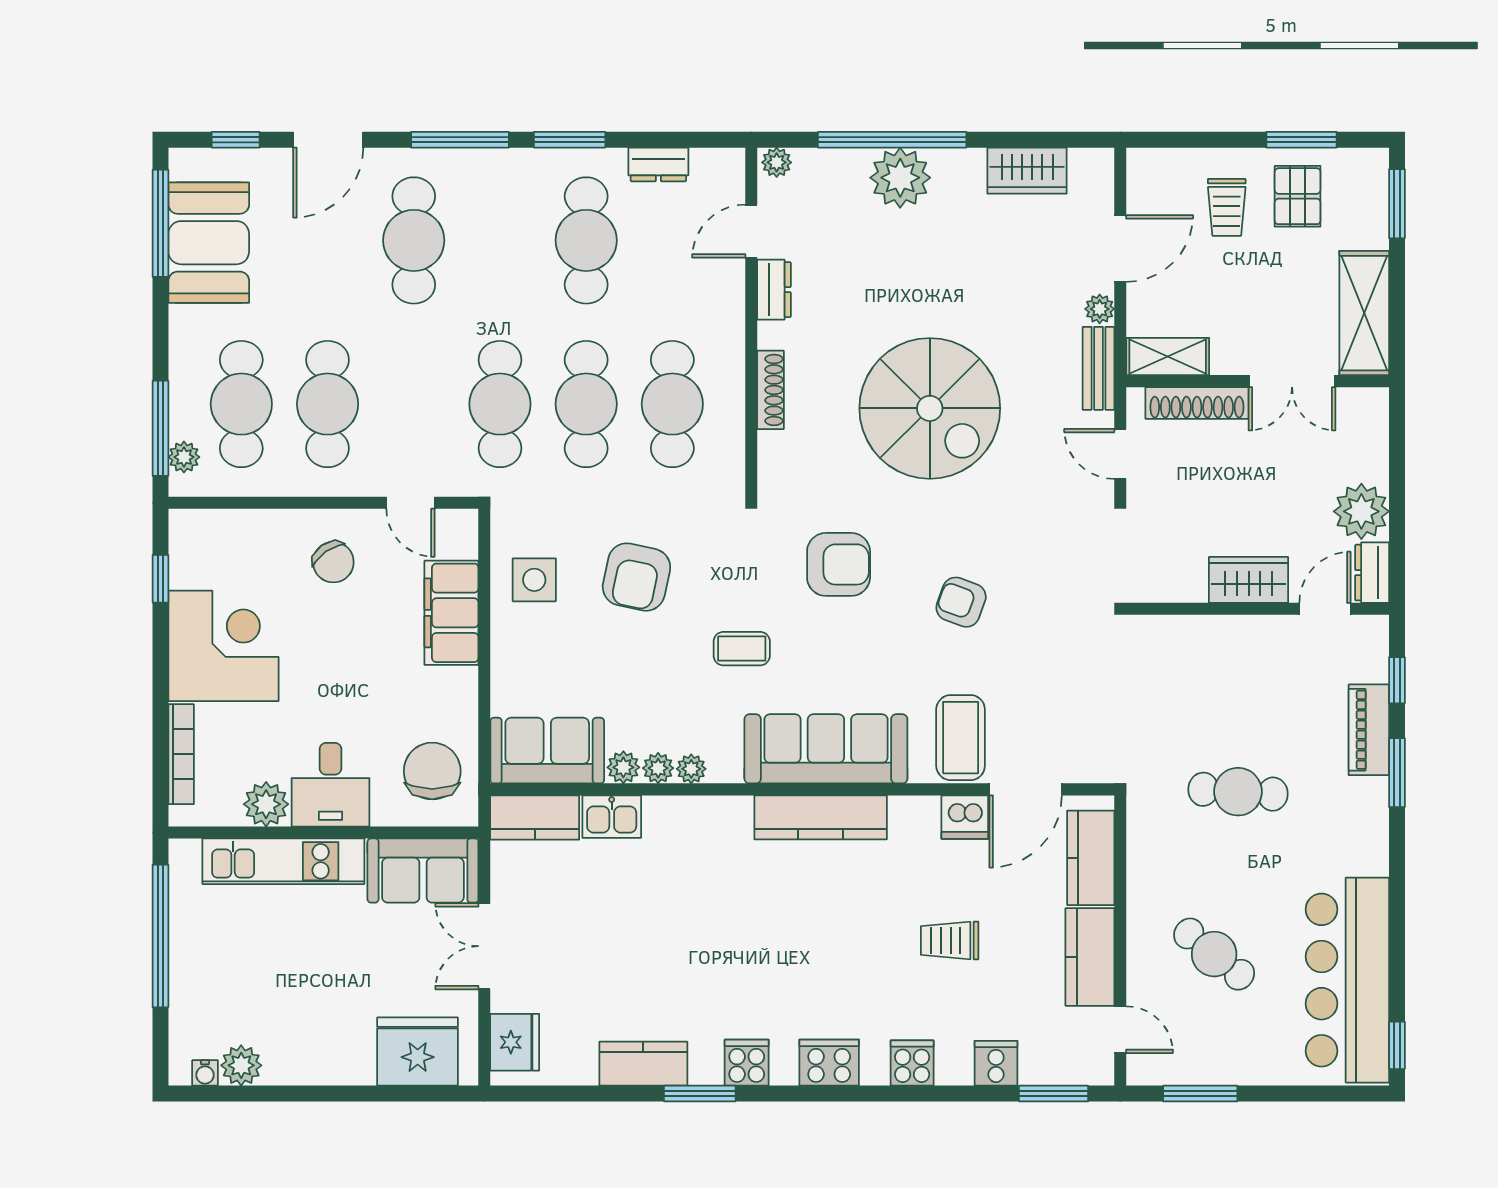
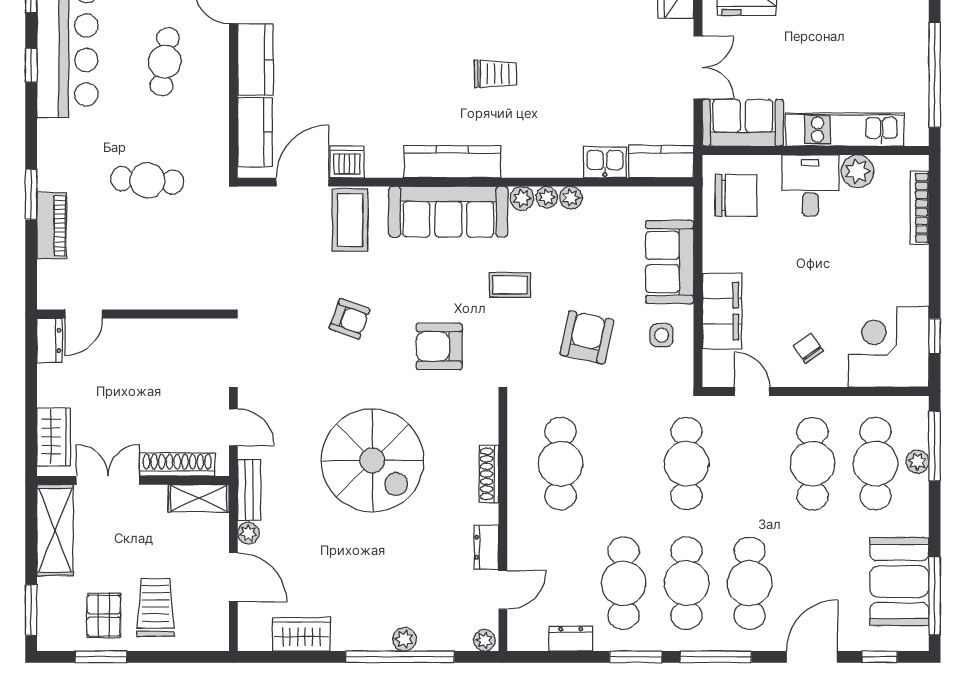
plant: (900, 178) -> (404, 639), width x0.53, depth x0.53
trolley: (1227, 207) -> (155, 607), width x1.36, depth x1.39
door: (1120, 249) -> (233, 577), swing flipped
cafe table: (586, 404) -> (687, 583), moved
spiral stairs: (930, 408) -> (372, 460), turned 180
plant: (184, 457) -> (917, 462), moved
plant: (1361, 511) -> (57, 385), removed
chair: (333, 562) -> (808, 348), width x0.73, depth x0.73
side table: (534, 580) -> (661, 335), width x0.73, depth x0.73
wardrobe: (1249, 580) -> (54, 437), moved, turned -90
corner desk: (223, 646) -> (889, 347), moved, turned 90
window: (1397, 680) -> (31, 65), moved
sofa: (547, 751) -> (670, 262), moved, turned 90
plant: (623, 767) -> (522, 198), moved
chair: (432, 771) -> (736, 195), turned -90
trolley: (950, 941) -> (495, 74), moved
cafe table: (1214, 954) -> (165, 62), turned 59

